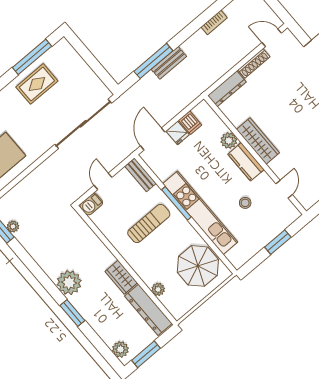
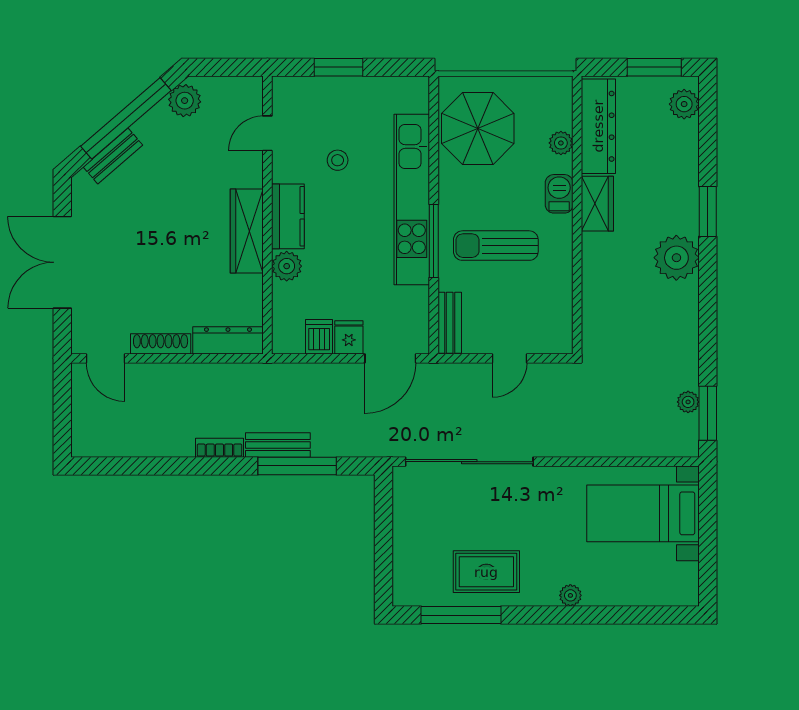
bookcase: (214, 22) -> (219, 448), moved
barbecue: (91, 204) -> (559, 194), moved, turned -90

